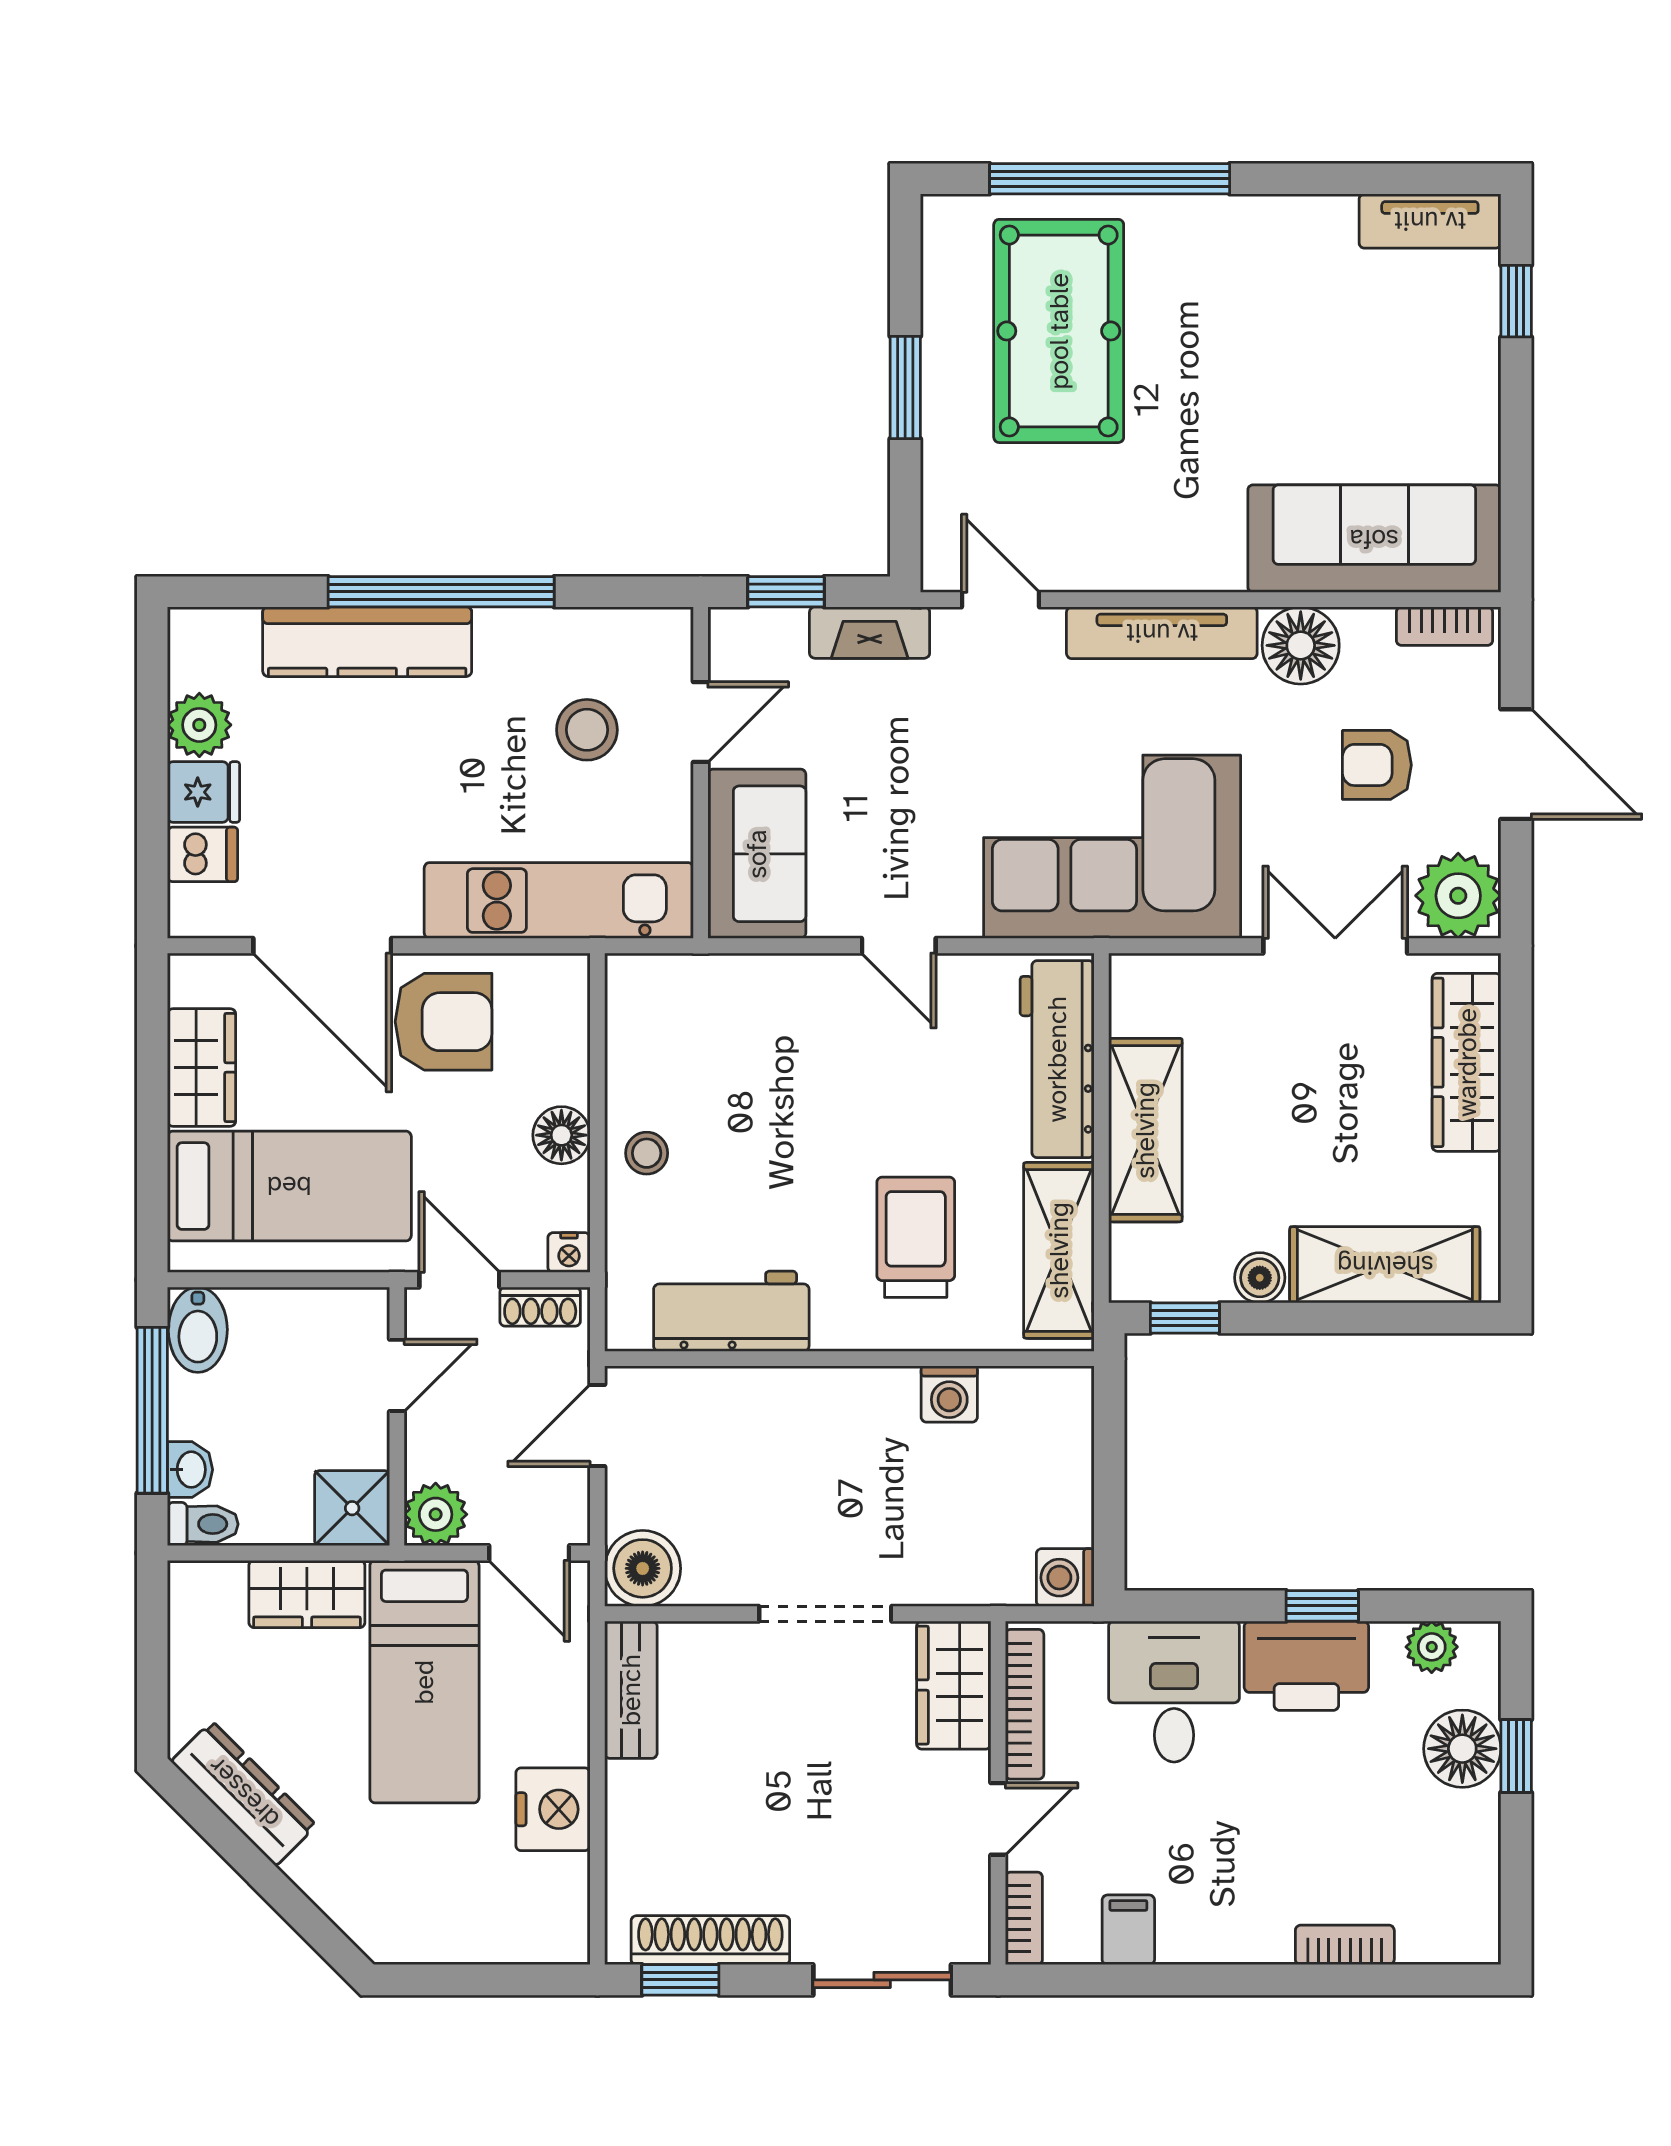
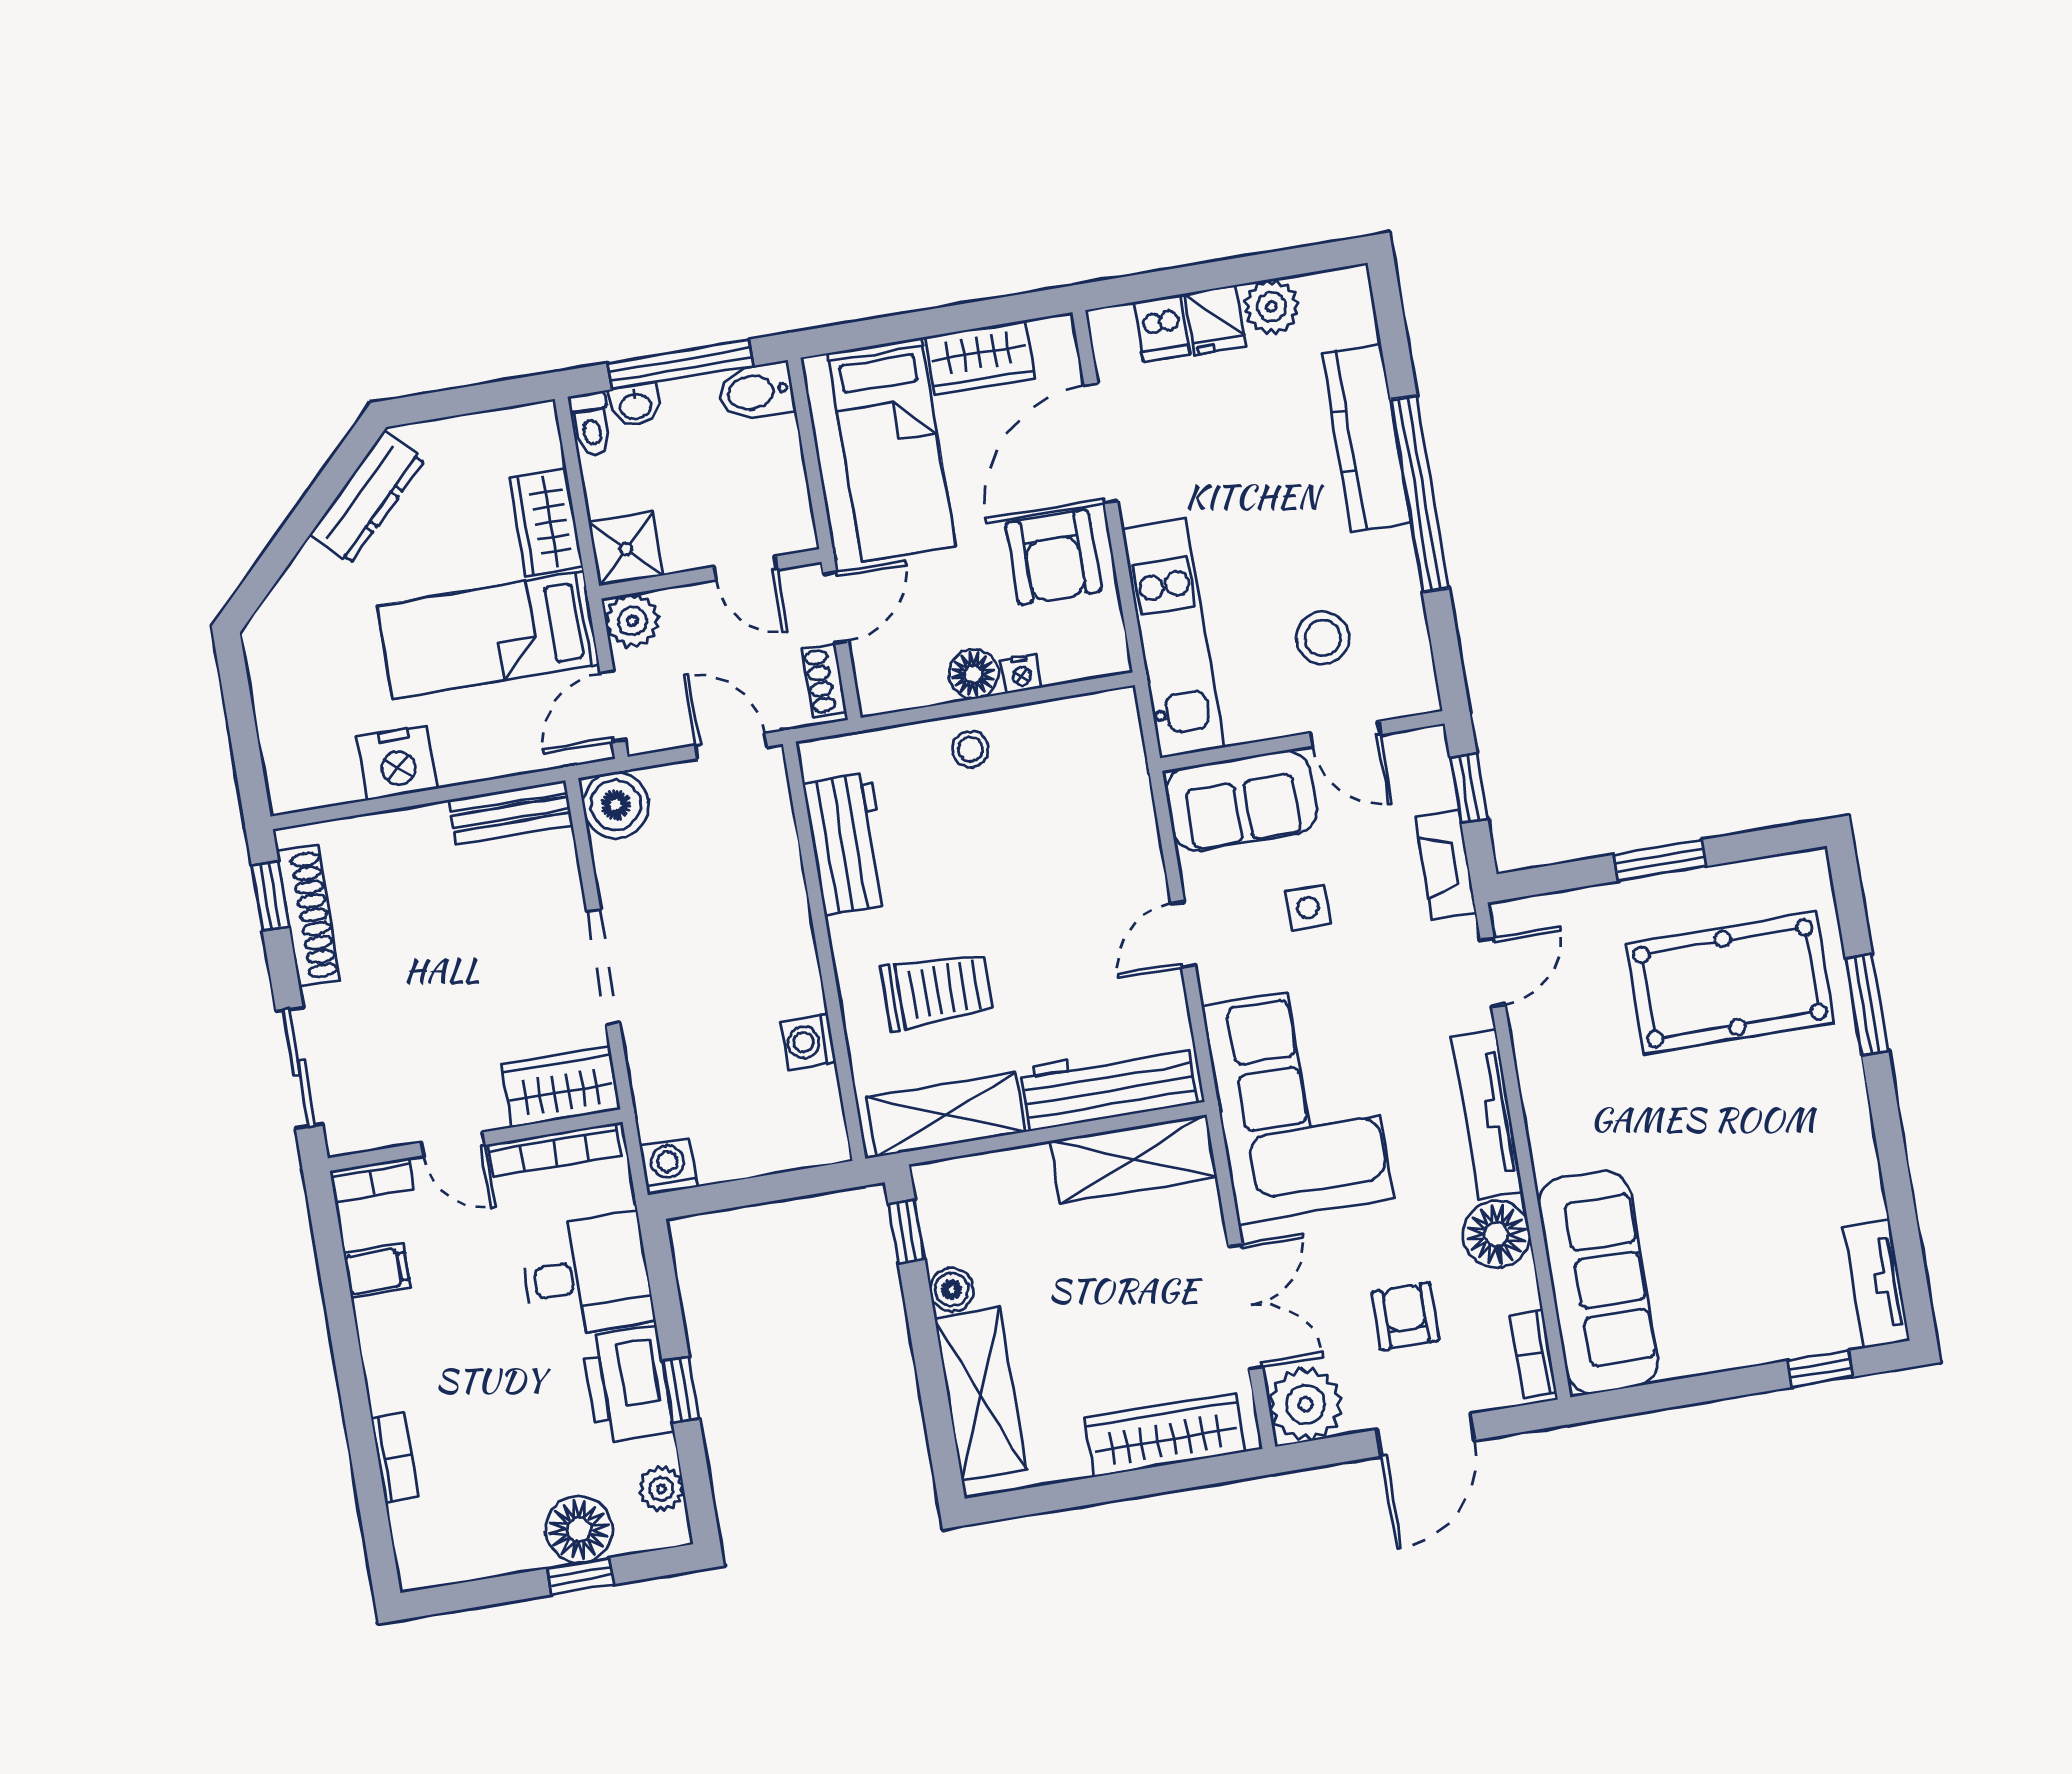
window: (1110, 179) -> (1867, 1005), width x0.47
side table: (892, 798) -> (1308, 908), added
shelving: (1145, 1130) -> (1134, 1159), moved
nightstand: (569, 1253) -> (1021, 674), moved, turned -90

